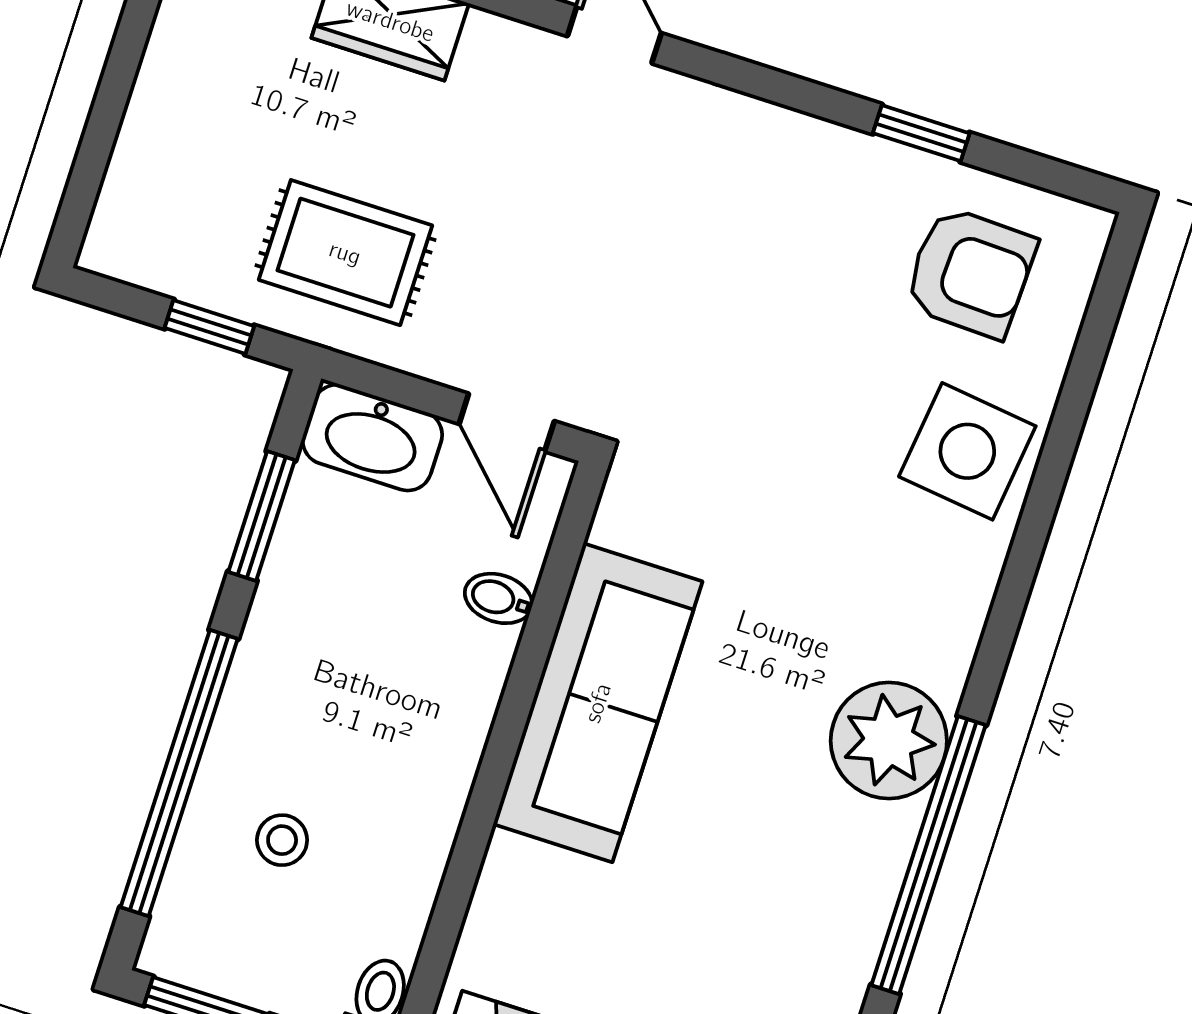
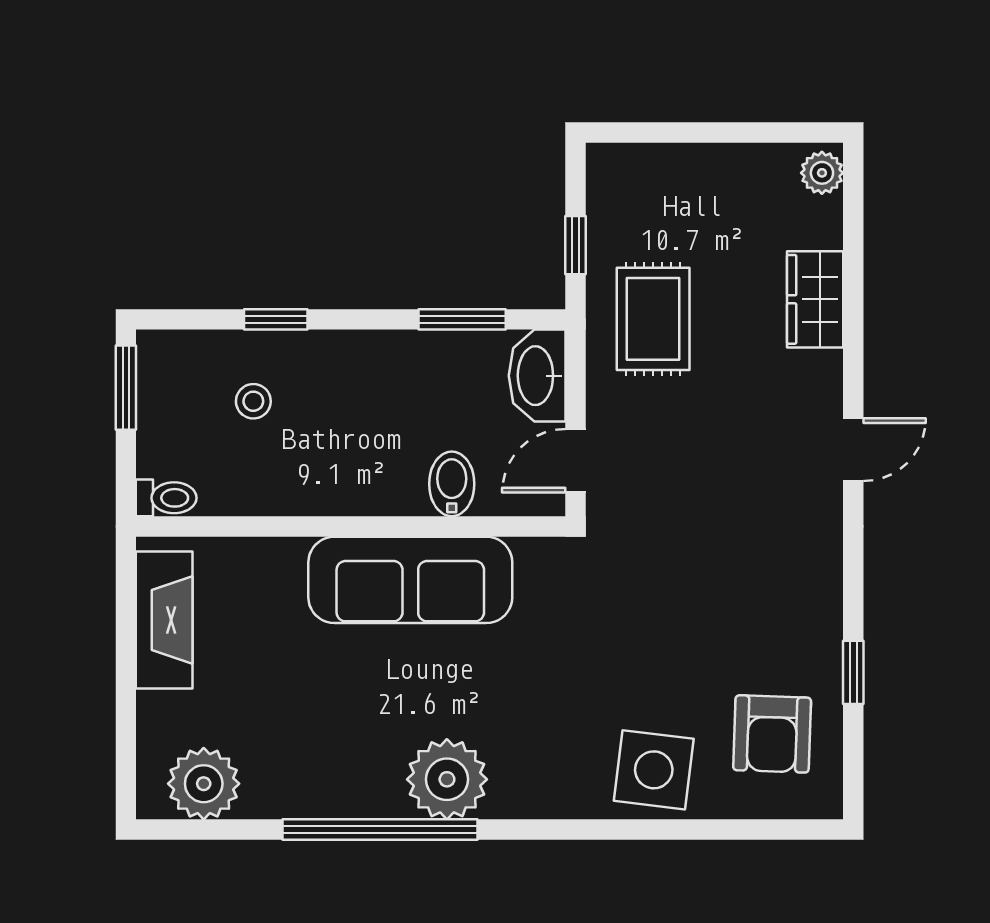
bidet: (498, 598) -> (452, 484), width x1.38, depth x1.36
window: (179, 773) -> (276, 319), width x0.32

